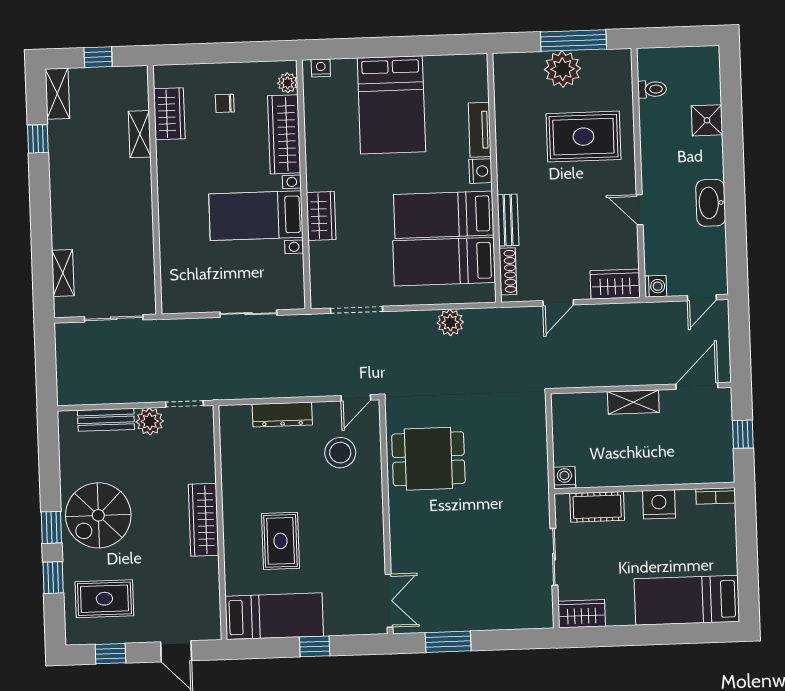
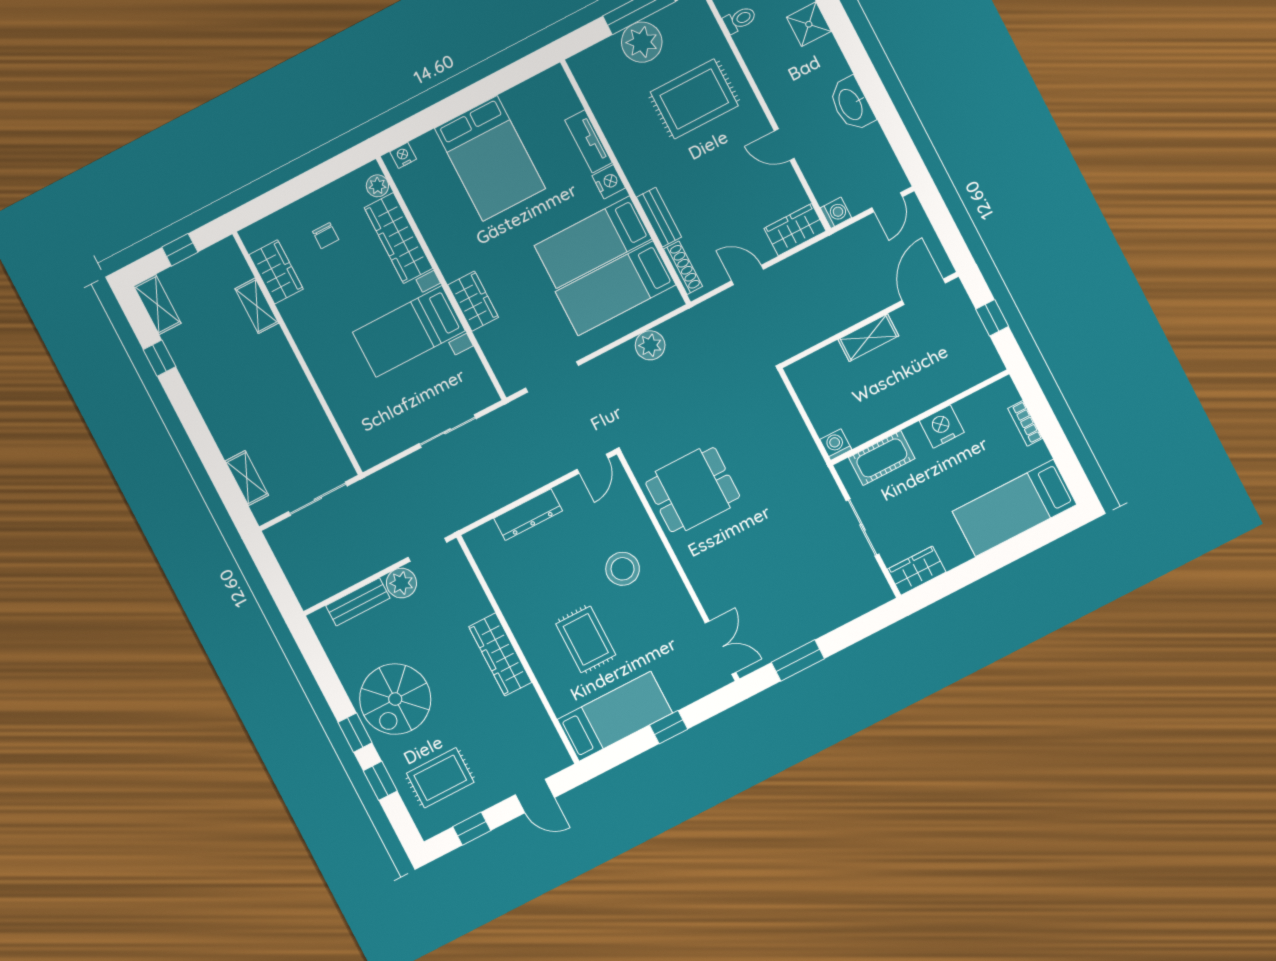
chair: (225, 103) -> (326, 236), turned -90
door: (558, 303) -> (747, 275), swing flipped
stool: (340, 453) -> (623, 569), moved
bookcase: (716, 496) -> (1025, 423), moved, turned 90

